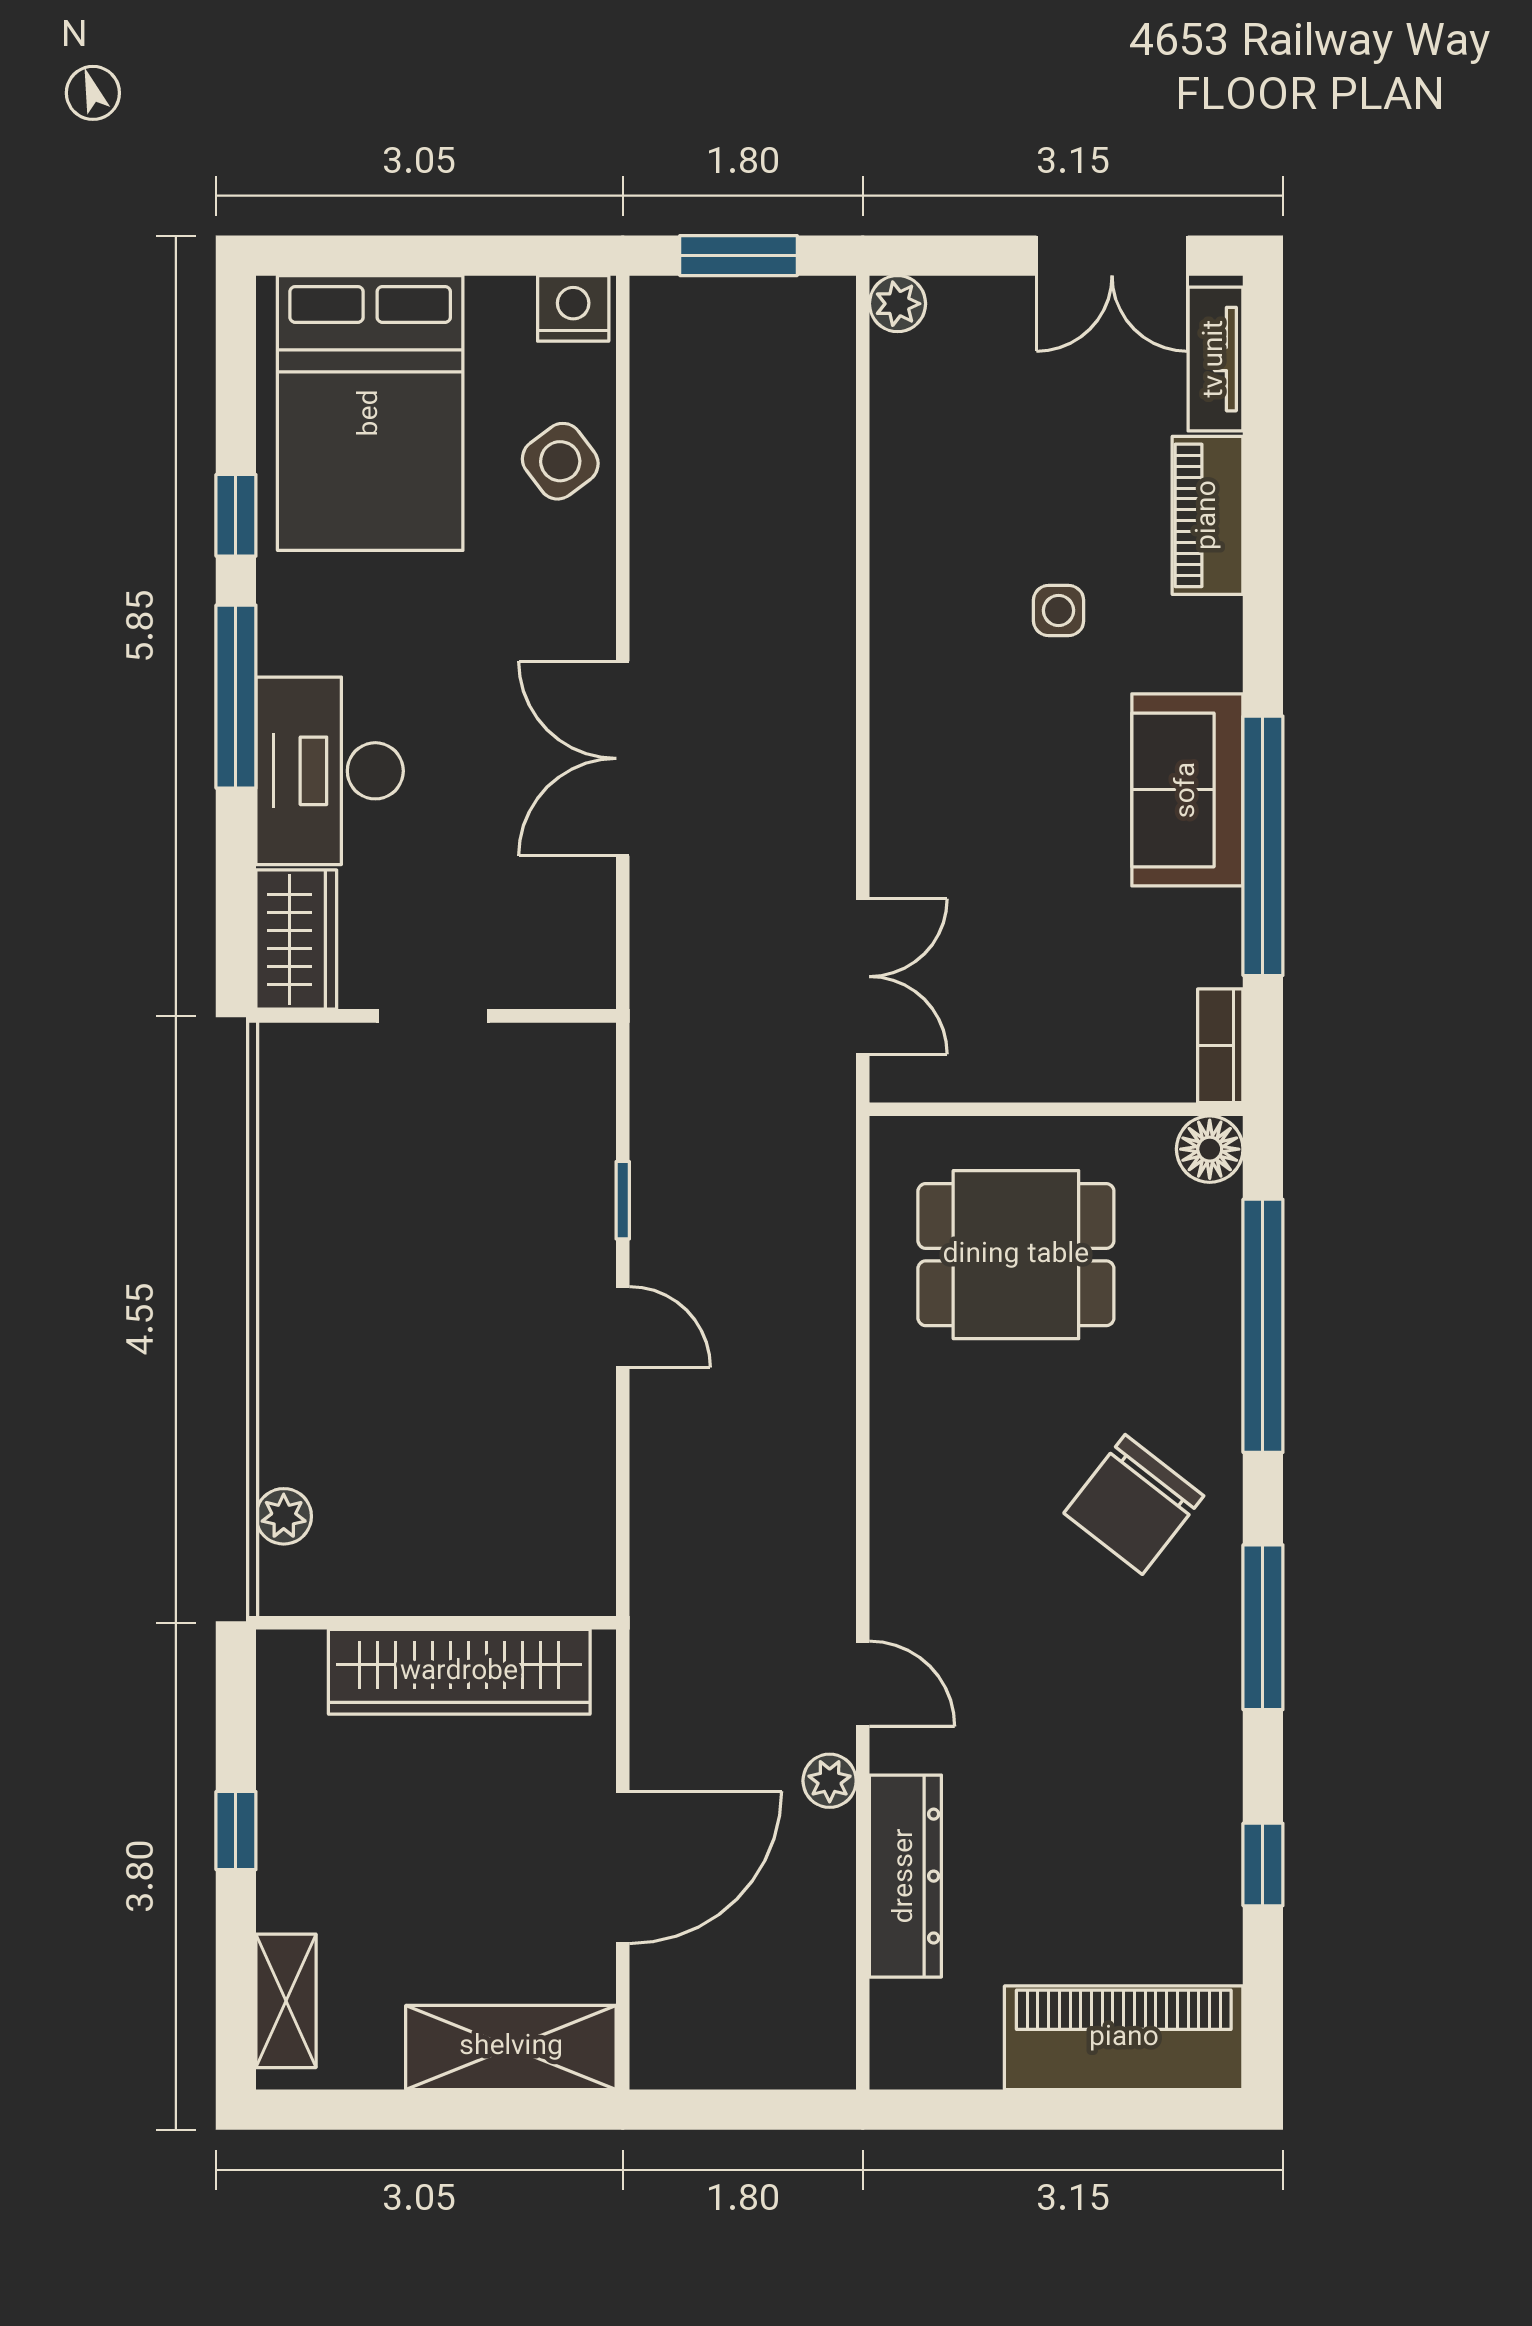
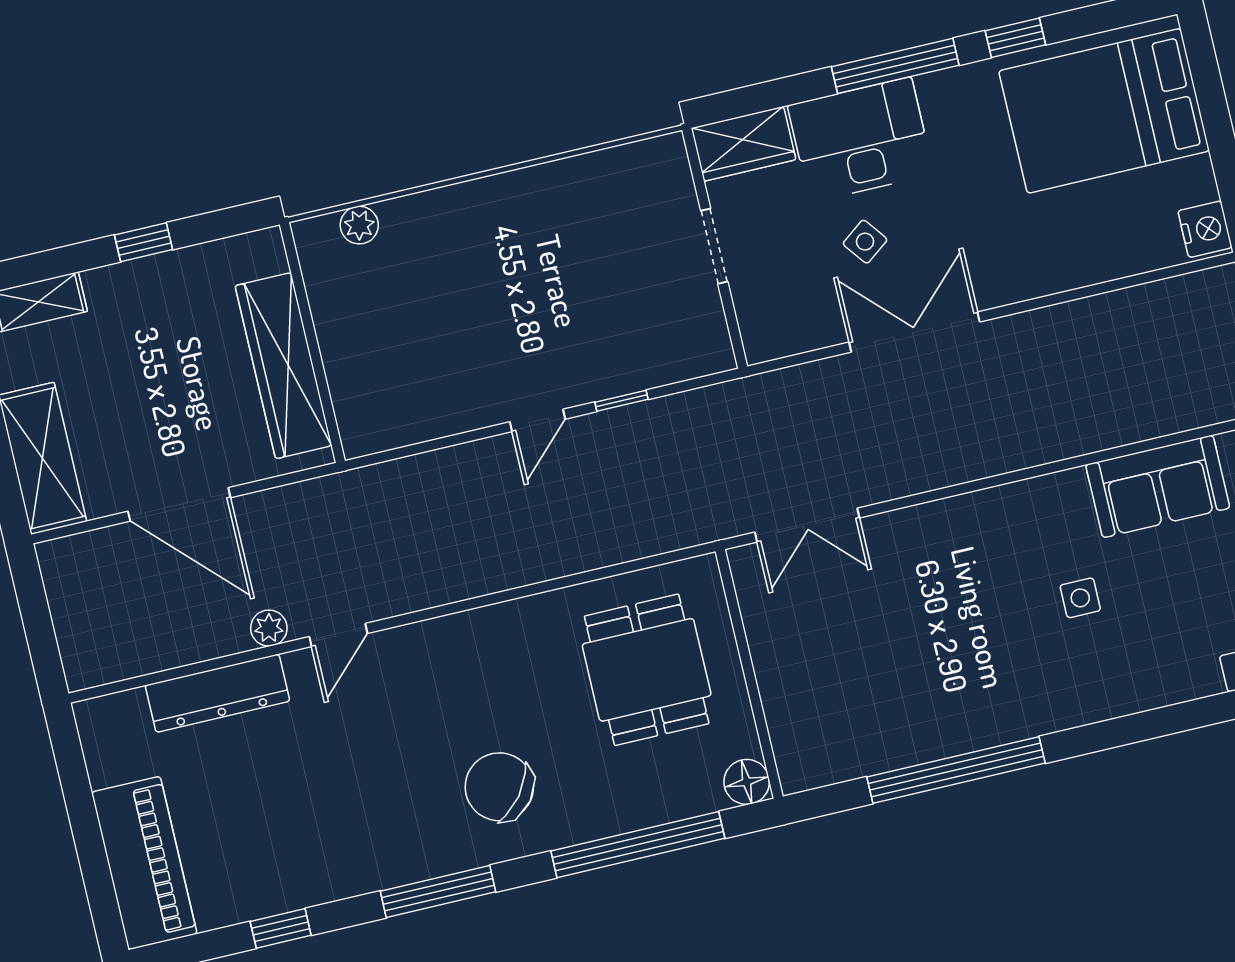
side table: (560, 461) -> (865, 242), moved, width x0.73, depth x0.73
piano: (1208, 515) -> (1166, 682), removed
sofa: (1187, 790) -> (1158, 486), moved, turned 180
bookcase: (1220, 1046) -> (817, 773), removed

